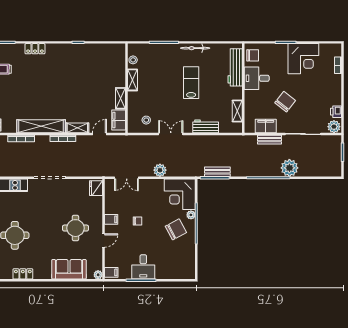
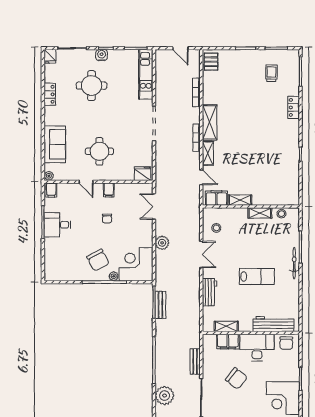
bicycle: (195, 48) -> (294, 263), moved
desk: (257, 78) -> (257, 348), width x1.37
shelving: (41, 126) -> (210, 122), width x0.68
filing cabinet: (266, 126) -> (228, 342), moved, turned 90
plant: (289, 168) -> (165, 396), moved

